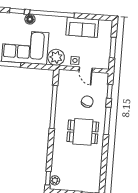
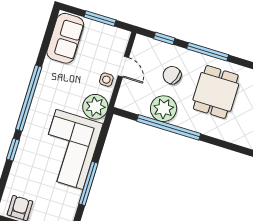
floor lamp: (30, 19) -> (30, 133), removed
sofa: (82, 27) -> (65, 38), moved
door: (86, 69) -> (123, 67), hinge flipped
plant: (65, 101) -> (164, 109), added

